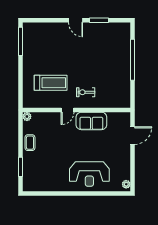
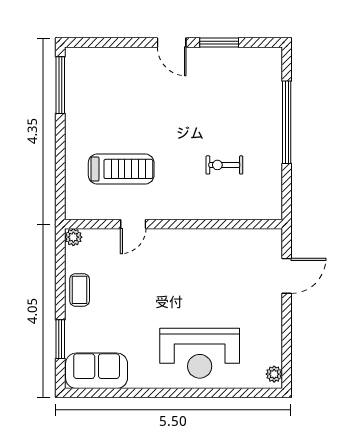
exercise bike: (86, 92) -> (224, 165), moved
door: (67, 110) -> (133, 224), moved
sofa: (91, 121) -> (97, 371), moved, turned 180

